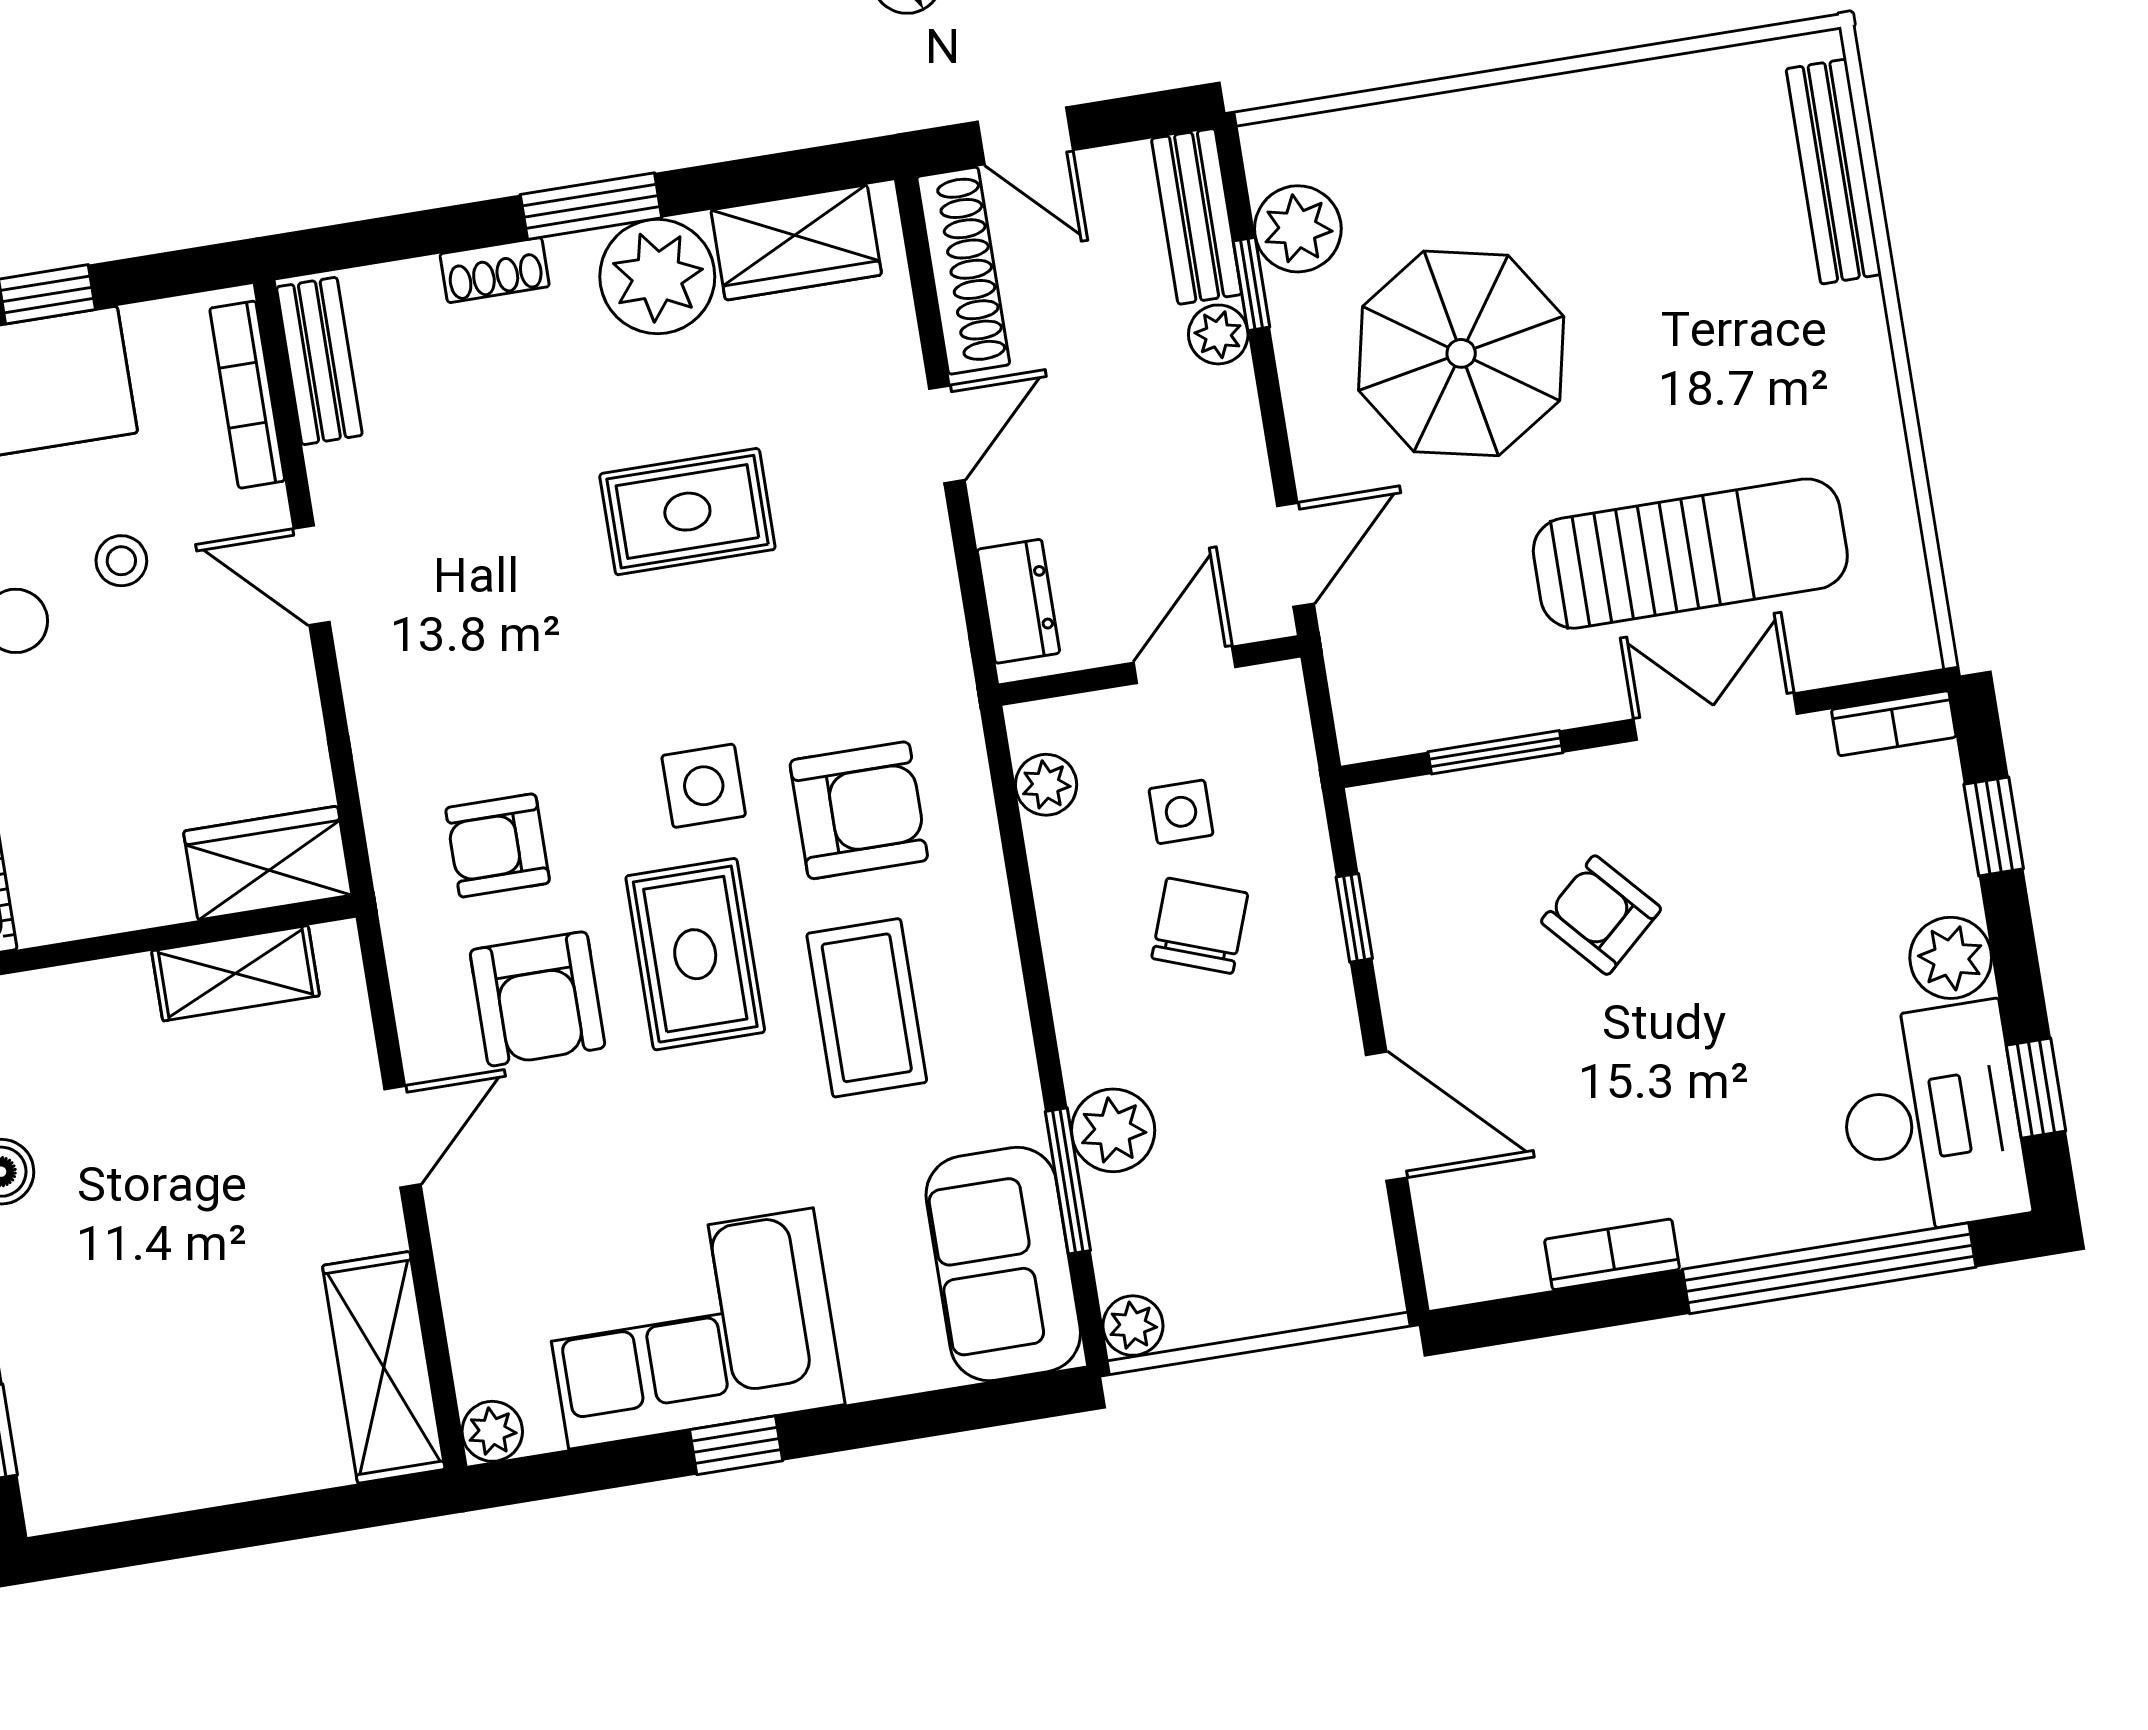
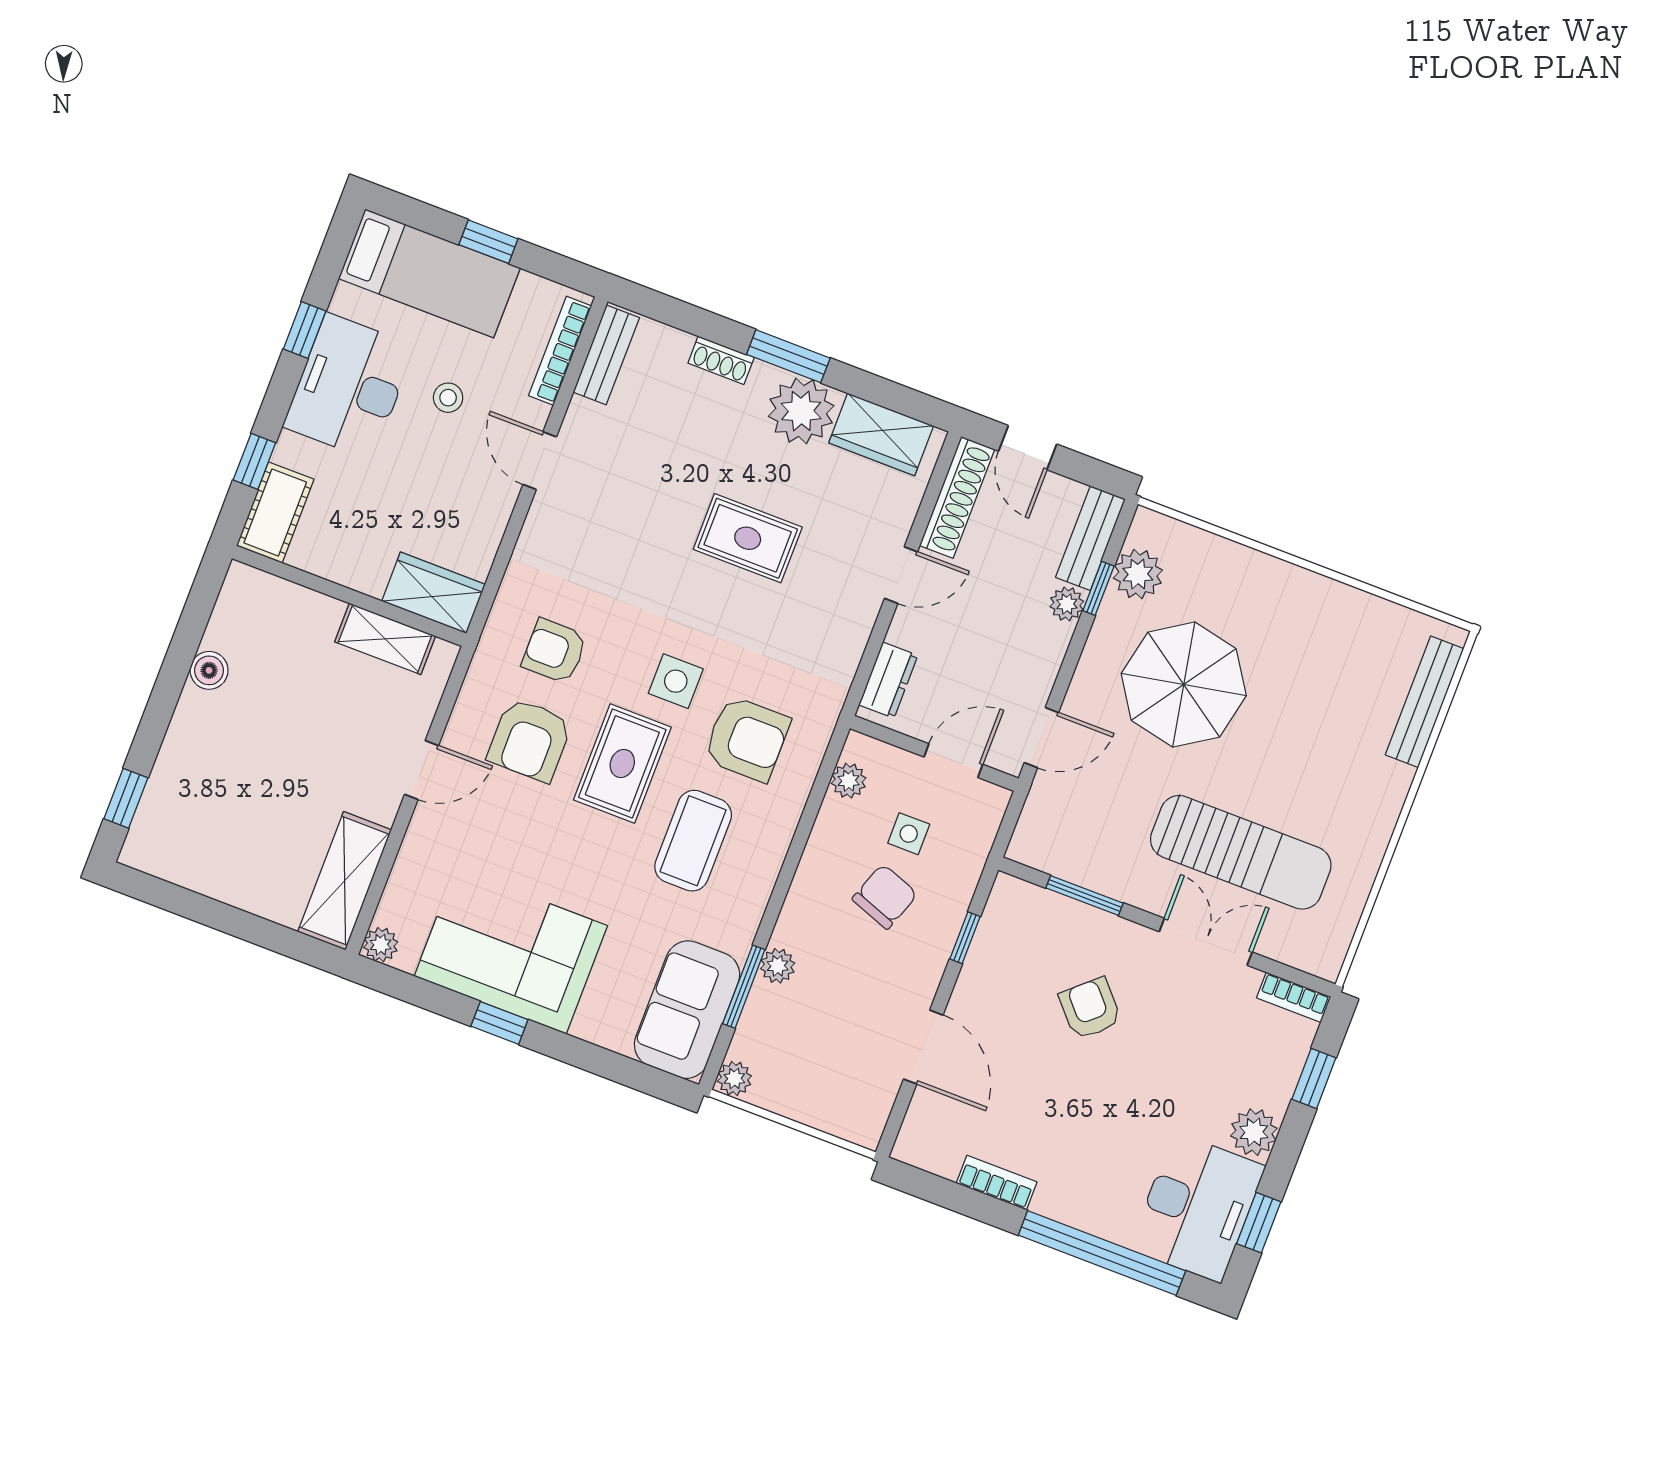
plant: (1113, 1130) -> (778, 966), width x0.73, depth x0.73

